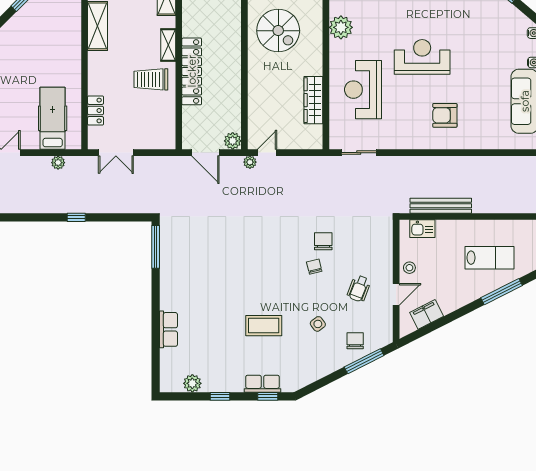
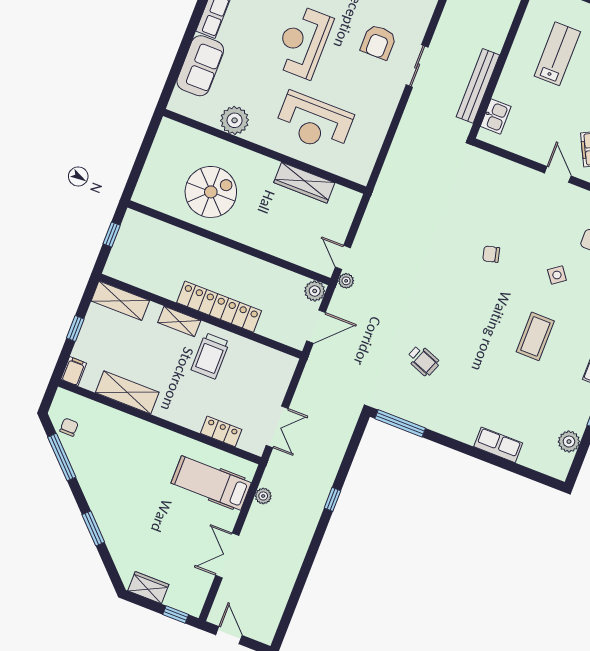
sliding door: (359, 153) -> (417, 66), moved
chair: (323, 241) -> (467, 233), removed
stool: (409, 268) -> (534, 148), removed
wheelchair: (359, 288) -> (423, 360), moved

